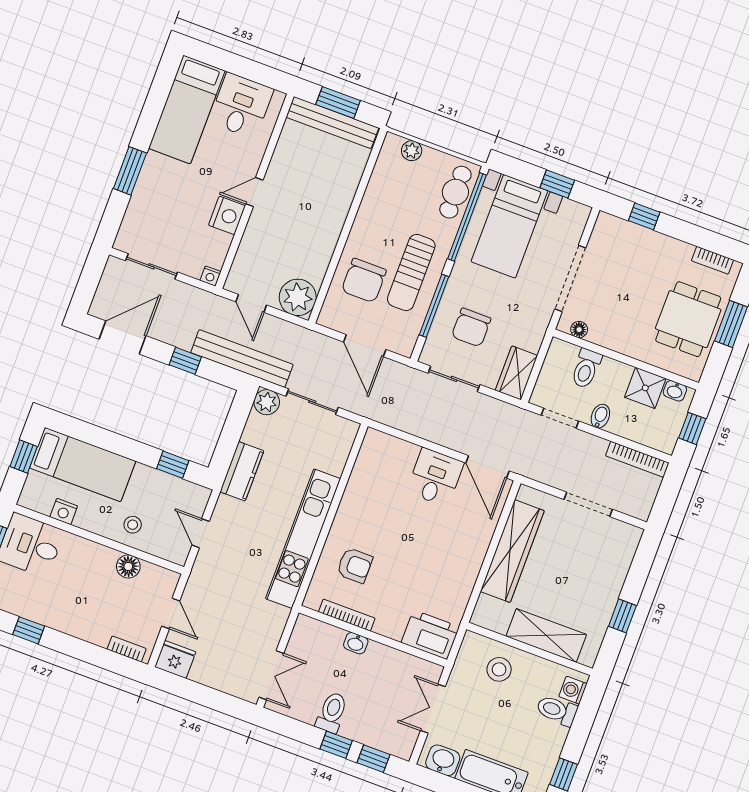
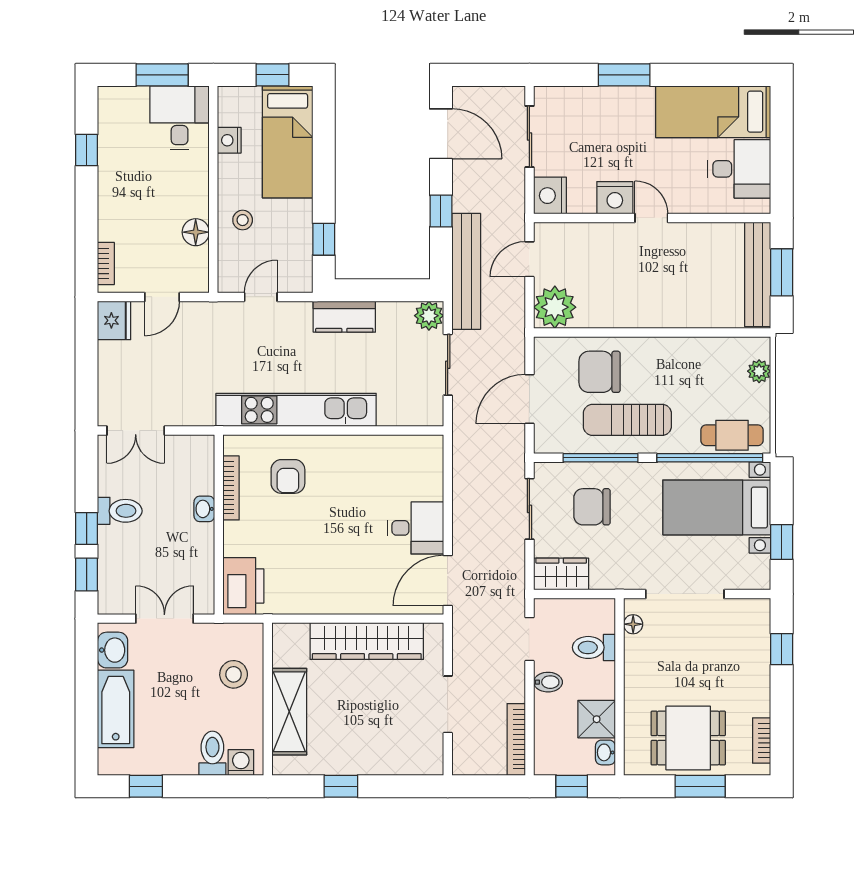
nightstand: (210, 276) -> (550, 196), width x1.89, depth x1.79

